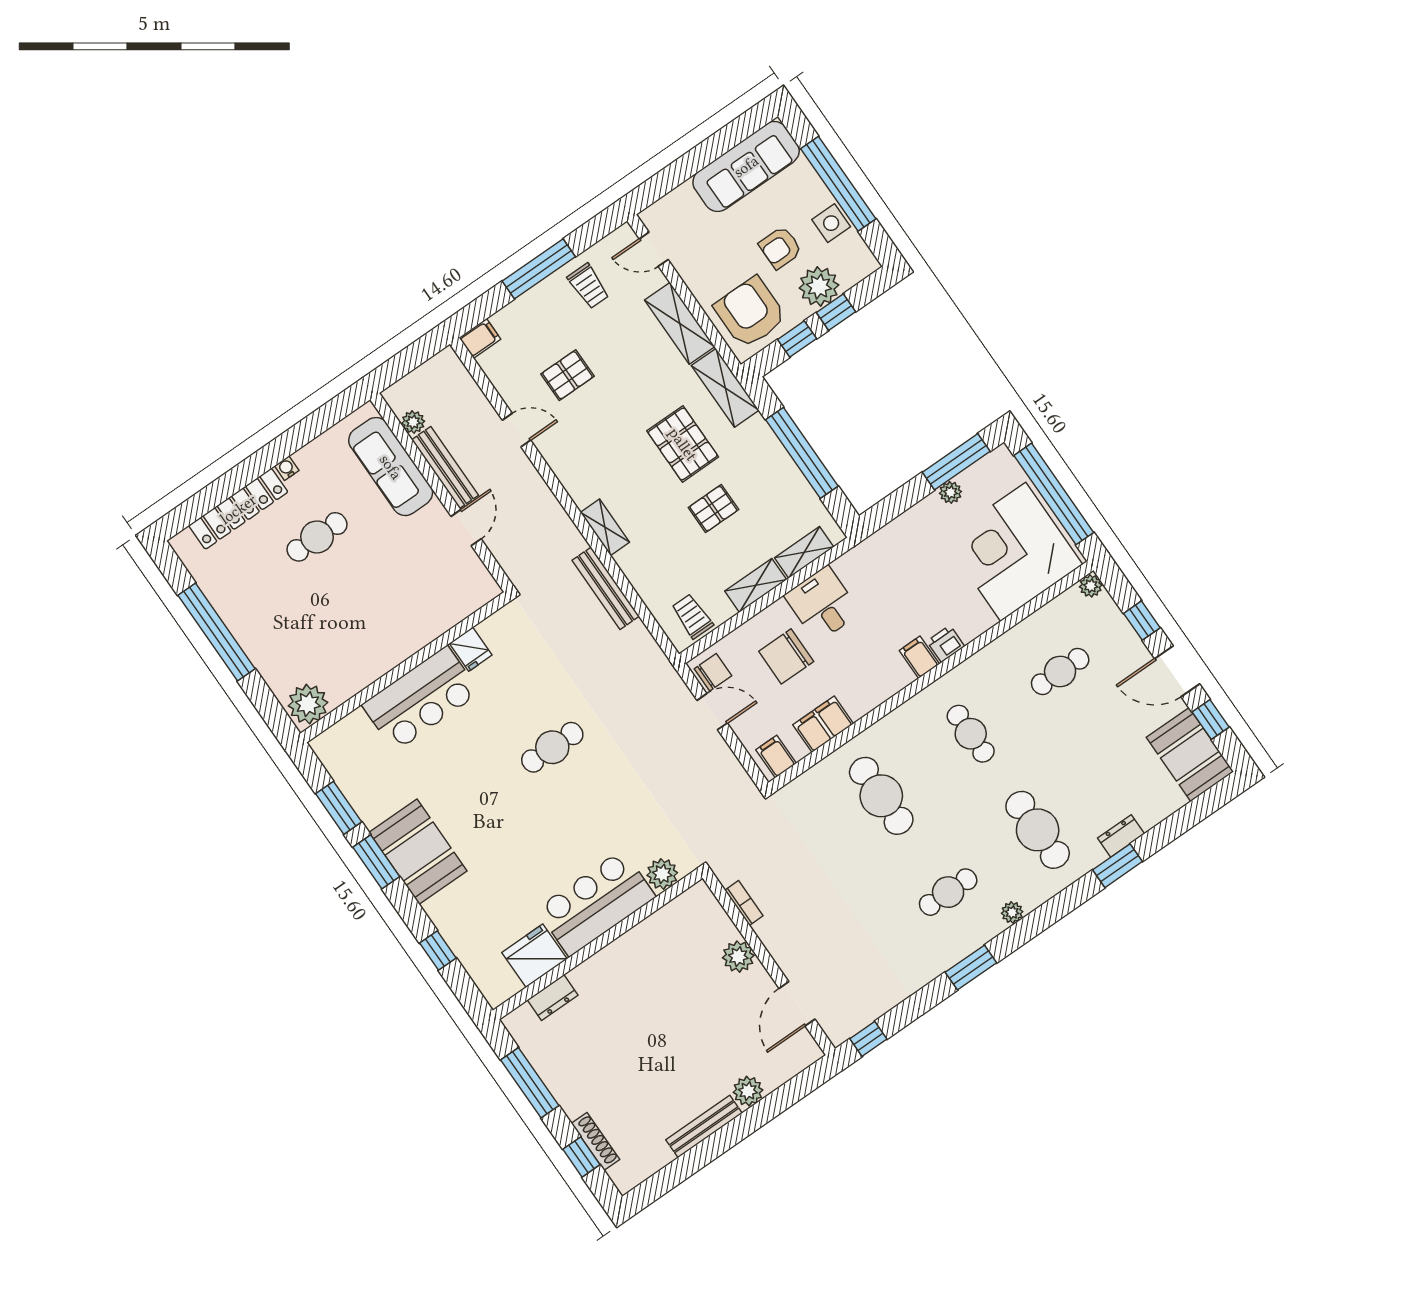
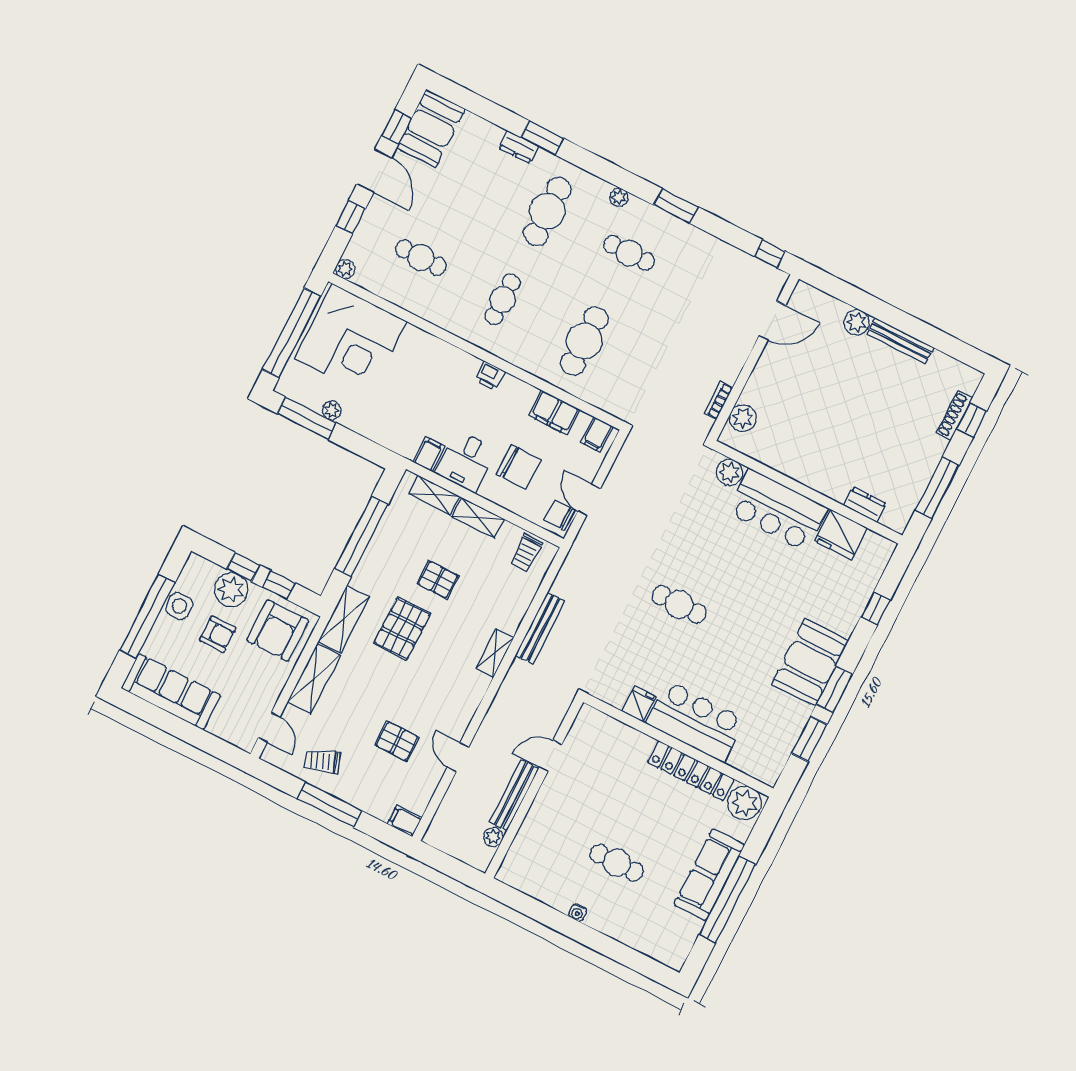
trolley: (588, 286) -> (323, 761), turned -110
sofa: (391, 467) -> (709, 875), moved, turned 180
locker: (238, 509) -> (691, 771), moved, turned 180
printer: (946, 644) -> (490, 376), moved
filing cabinet: (919, 657) -> (429, 454), moved, turned 180
plant: (738, 957) -> (743, 418), moved

